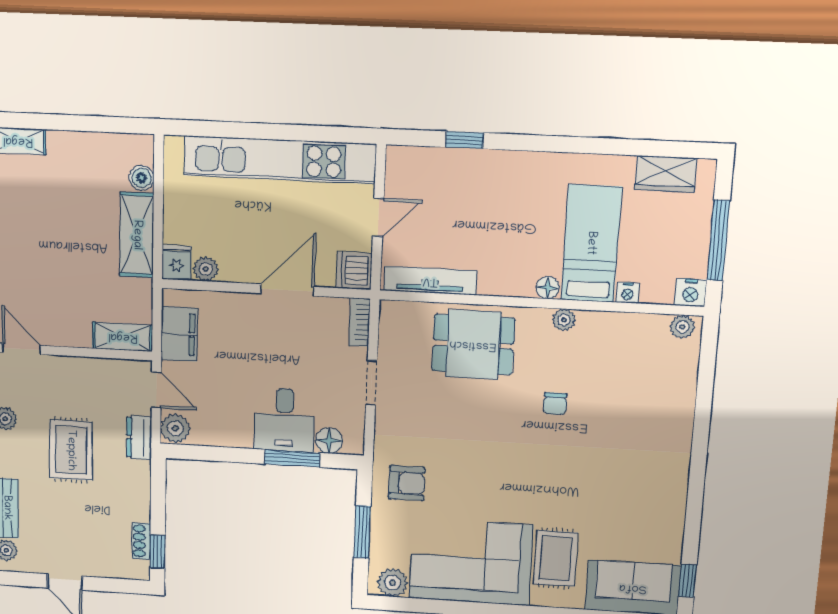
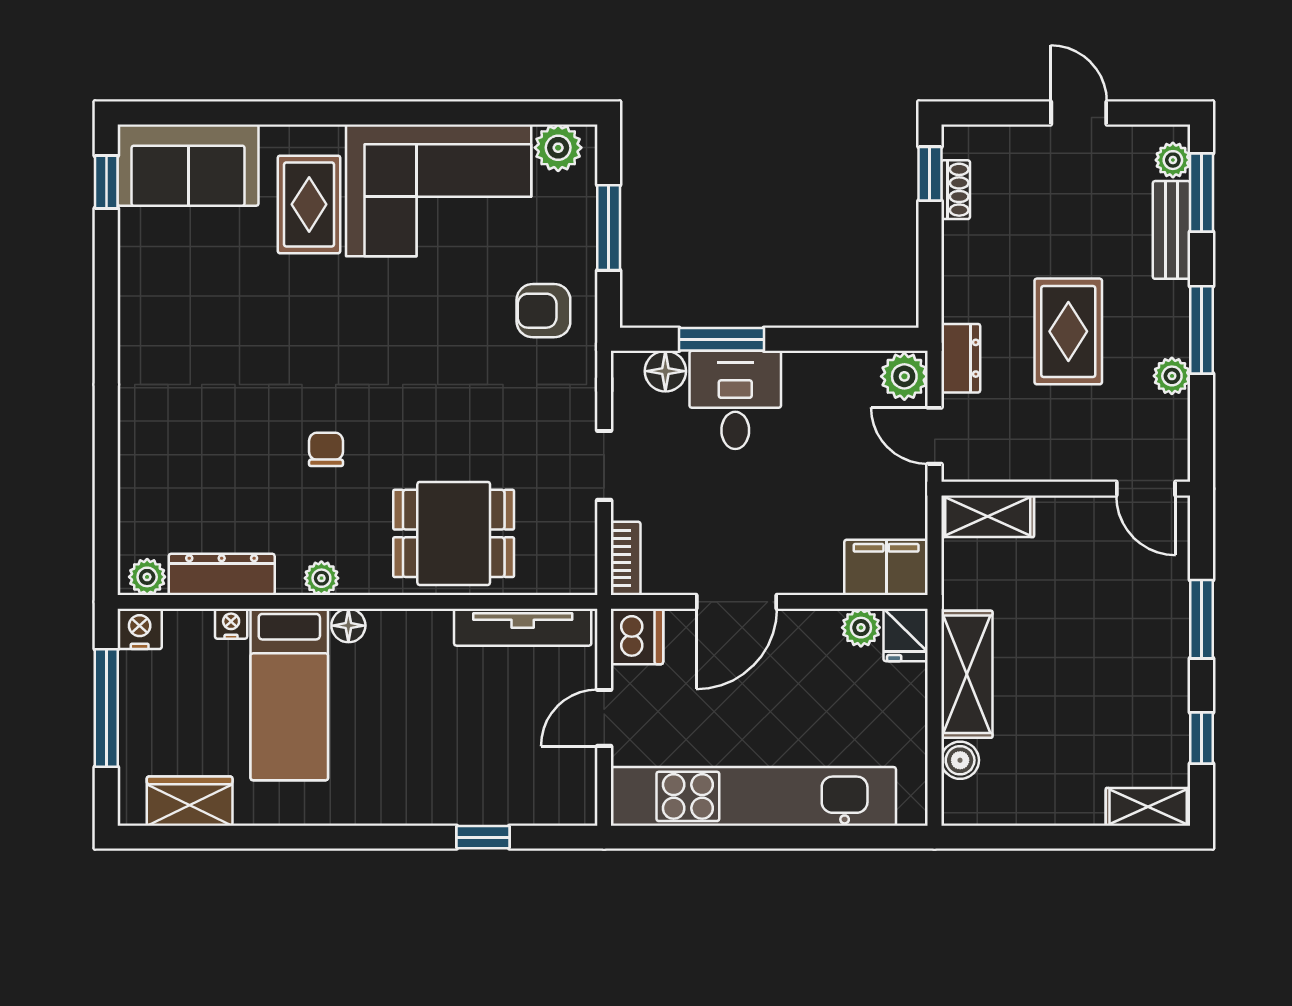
dresser: (631, 326) -> (222, 574), added
filing cabinet: (179, 334) -> (886, 567), moved, turned 90

